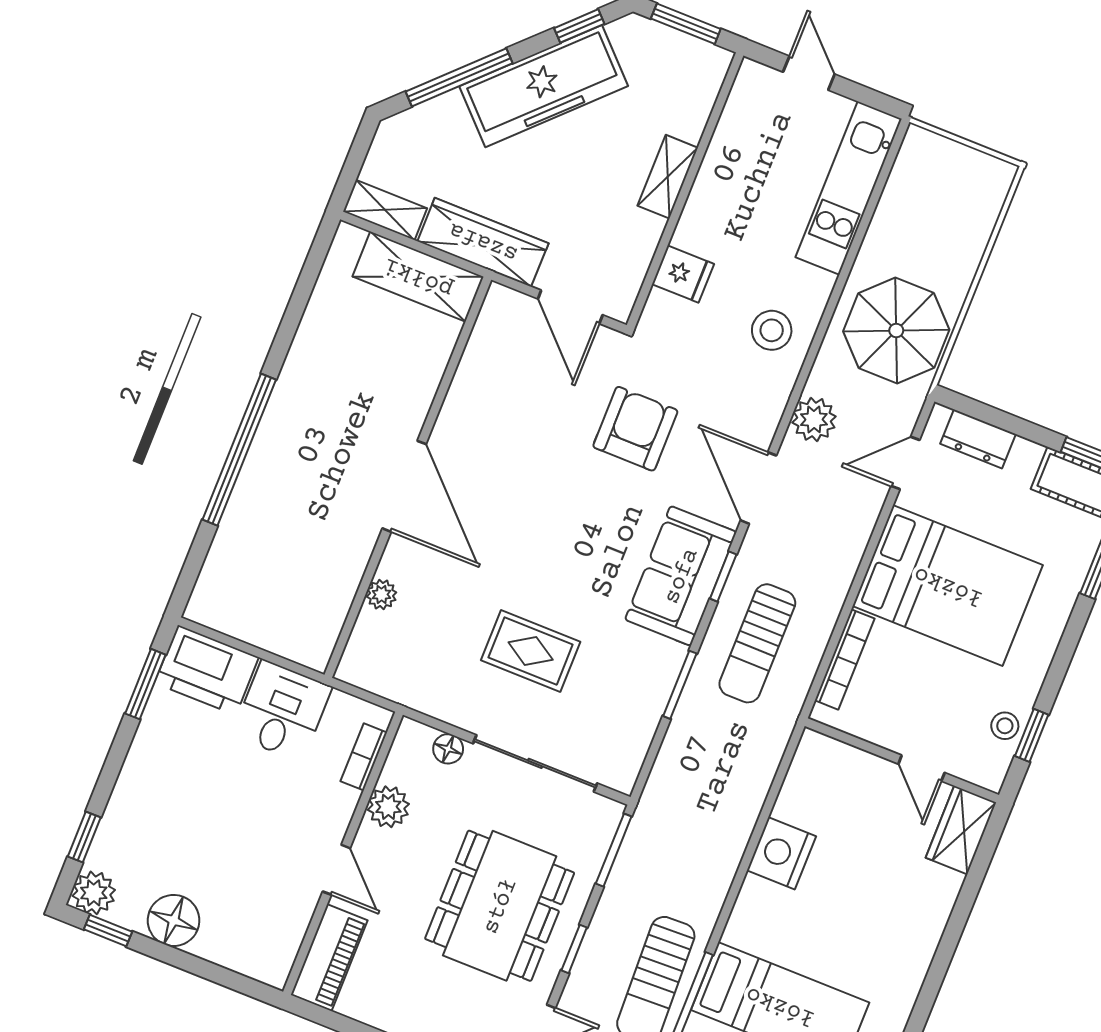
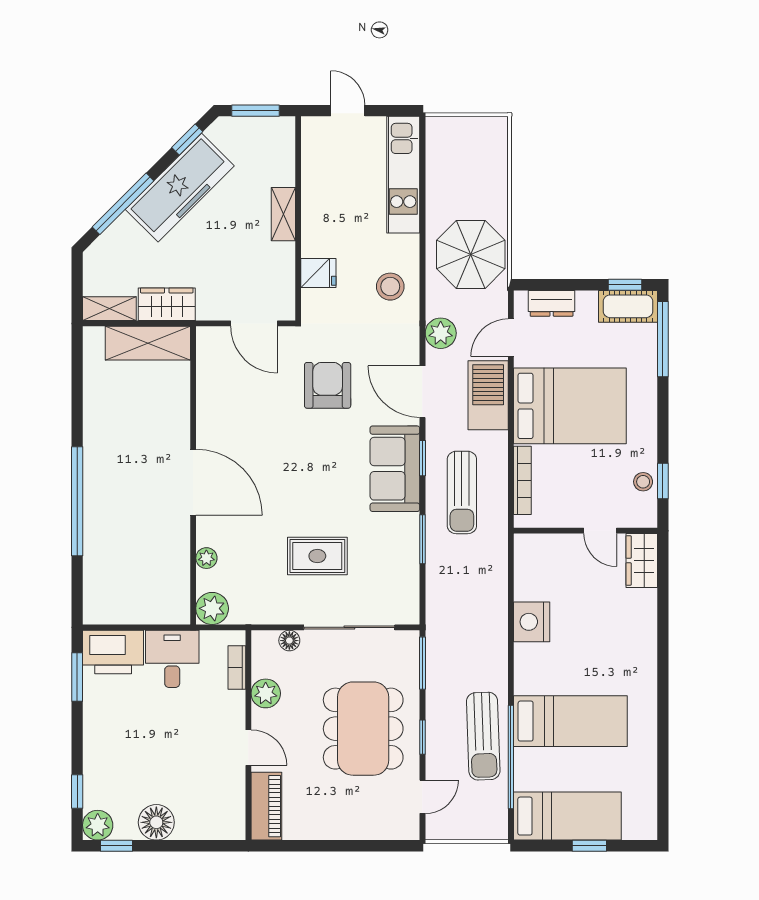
wardrobe: (483, 242) -> (167, 304), width x0.67
barbecue: (844, 528) -> (488, 395), added
plant: (362, 665) -> (212, 608), added

